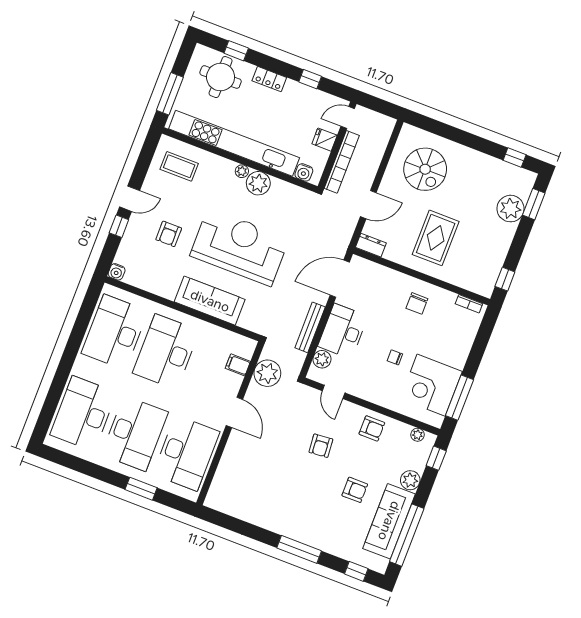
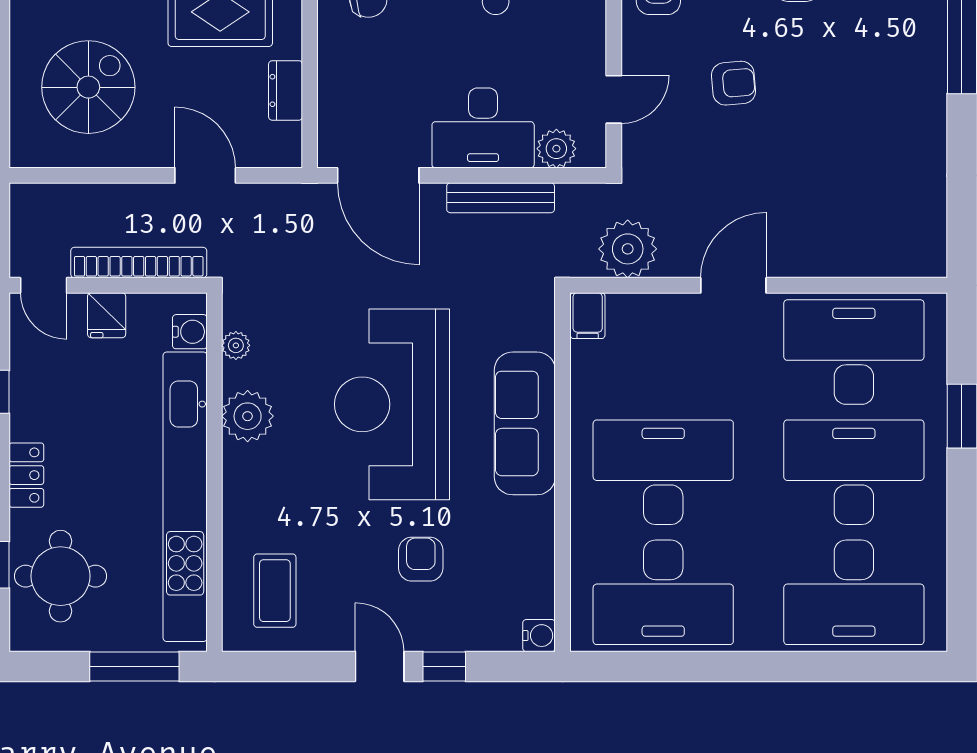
plant: (242, 171) -> (236, 345), moved
armchair: (169, 234) -> (421, 559), turned -90
dresser: (371, 245) -> (286, 90), moved
desk: (166, 352) -> (663, 472), turned 180
filing cabinet: (238, 365) -> (588, 316), moved

